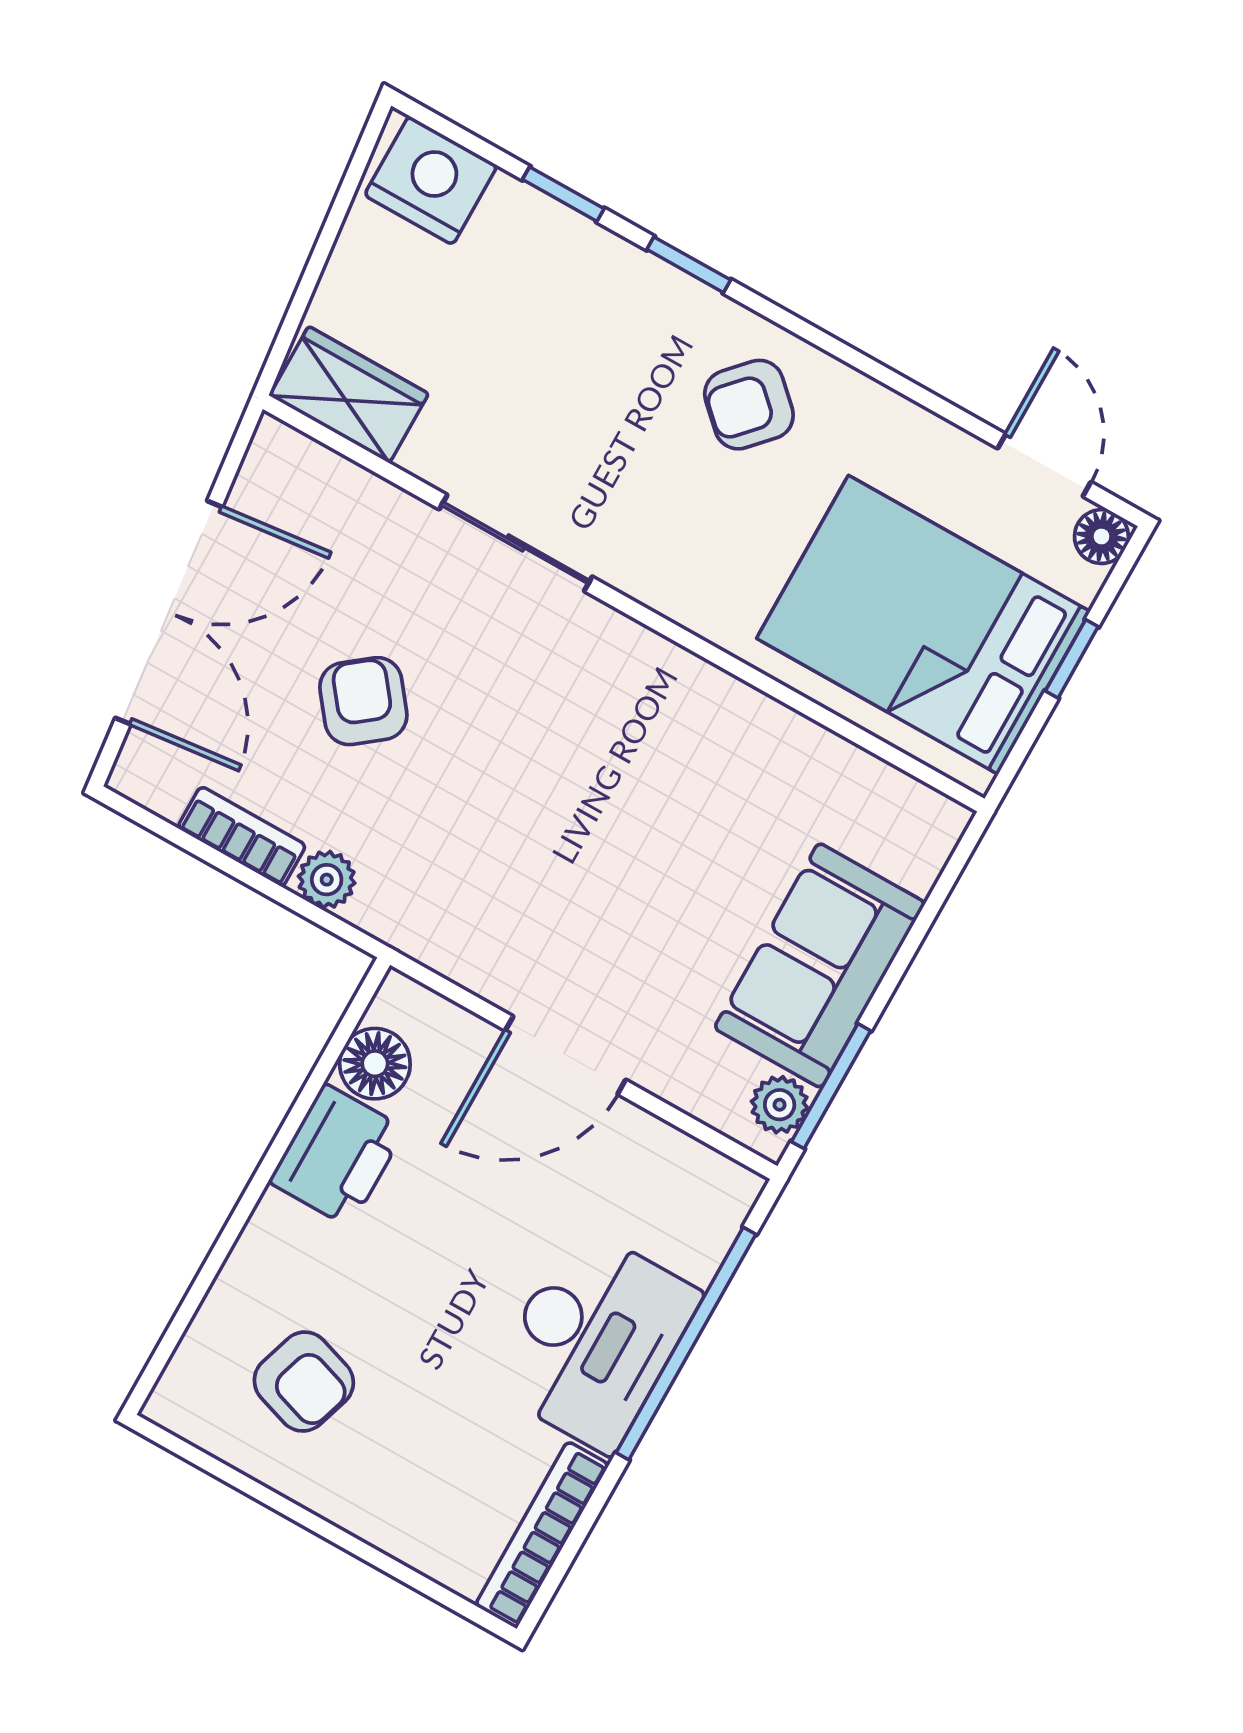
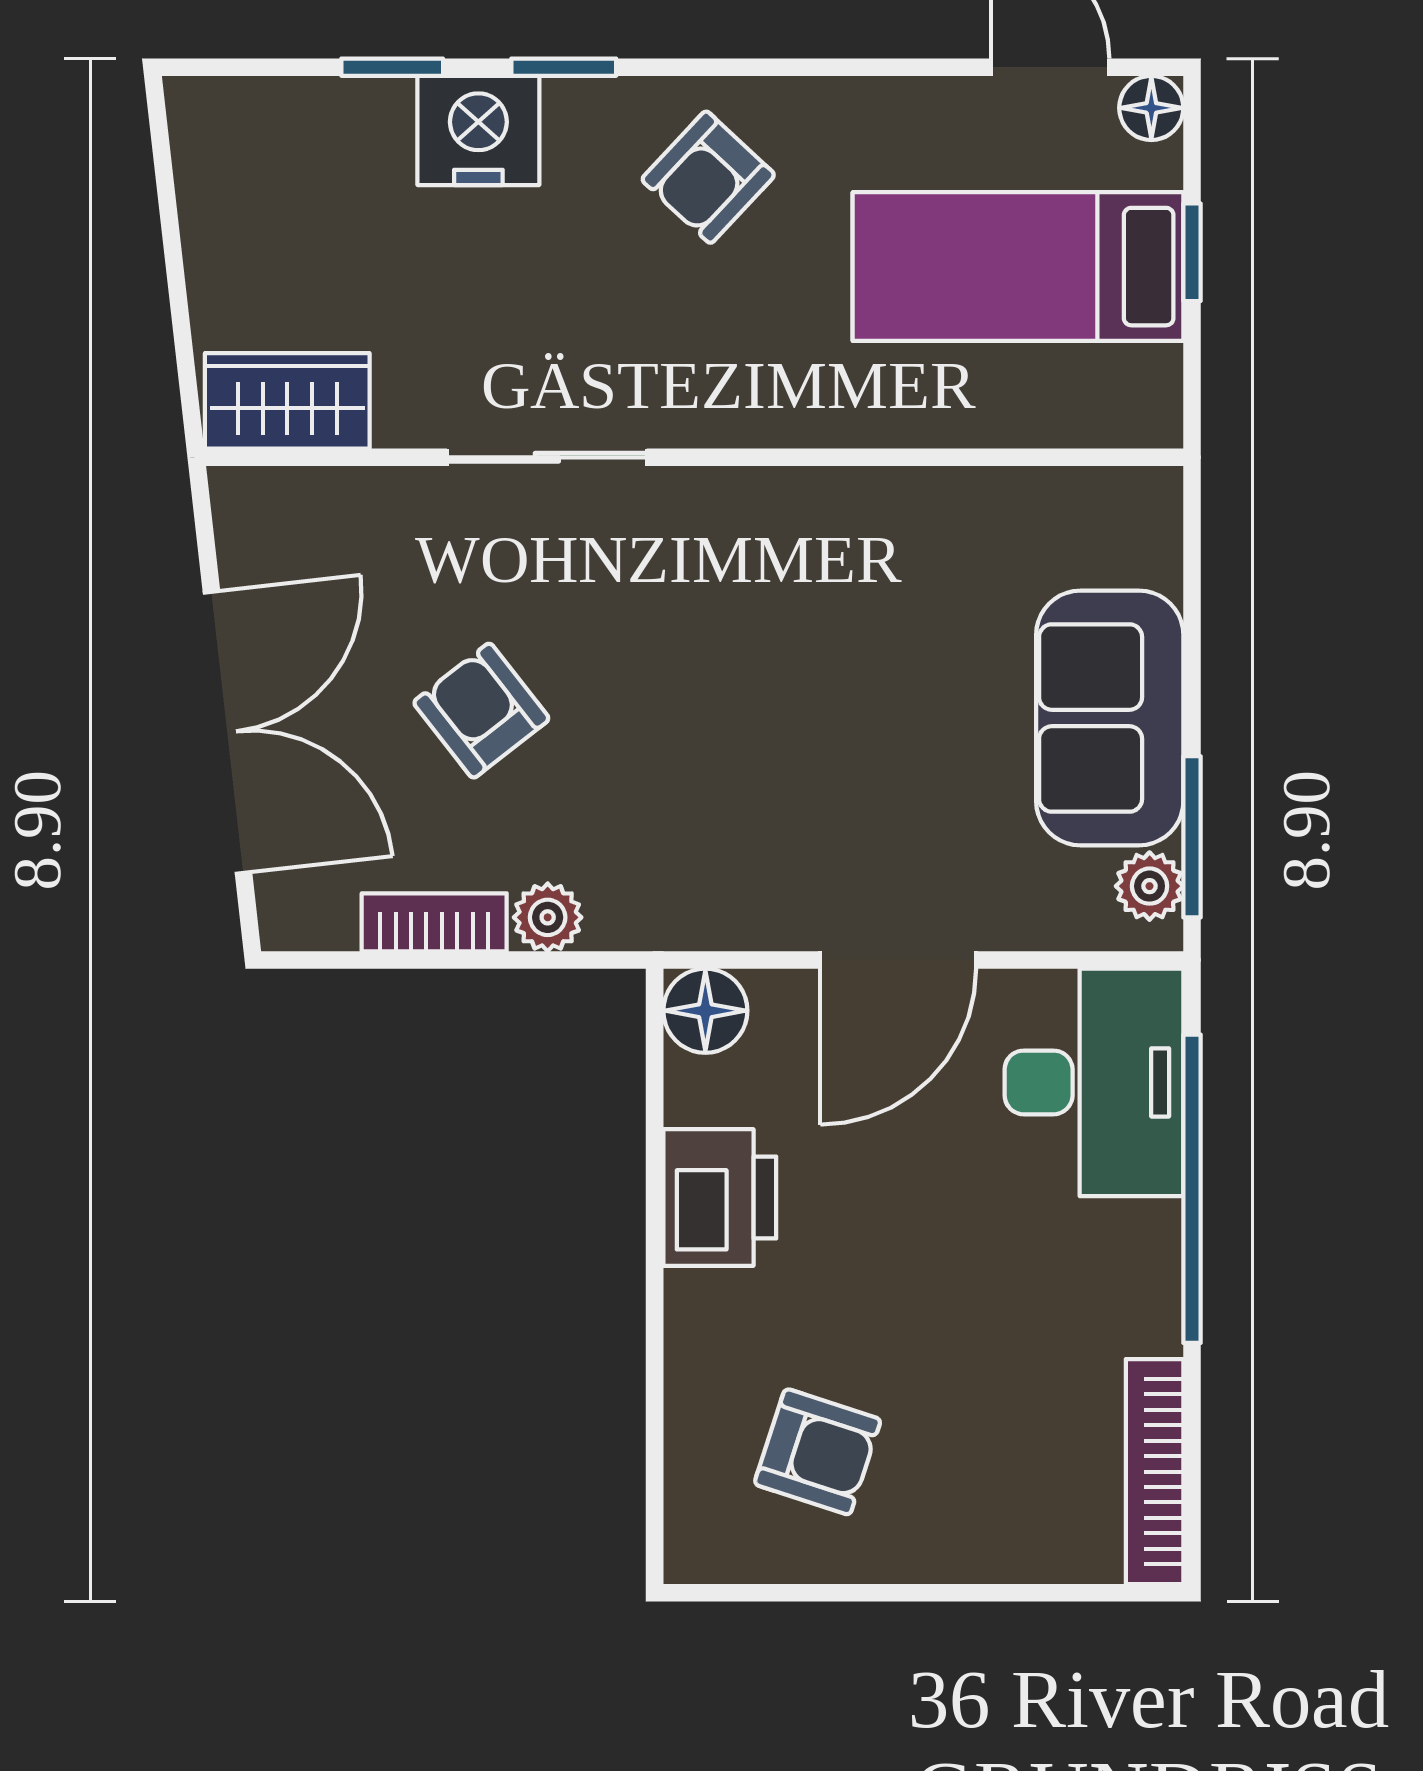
nightstand: (431, 180) -> (478, 130), moved
bed: (923, 625) -> (1018, 267), width x0.67
floor lamp: (375, 1064) -> (705, 1011), moved
desk: (594, 1339) -> (1094, 1082), moved

